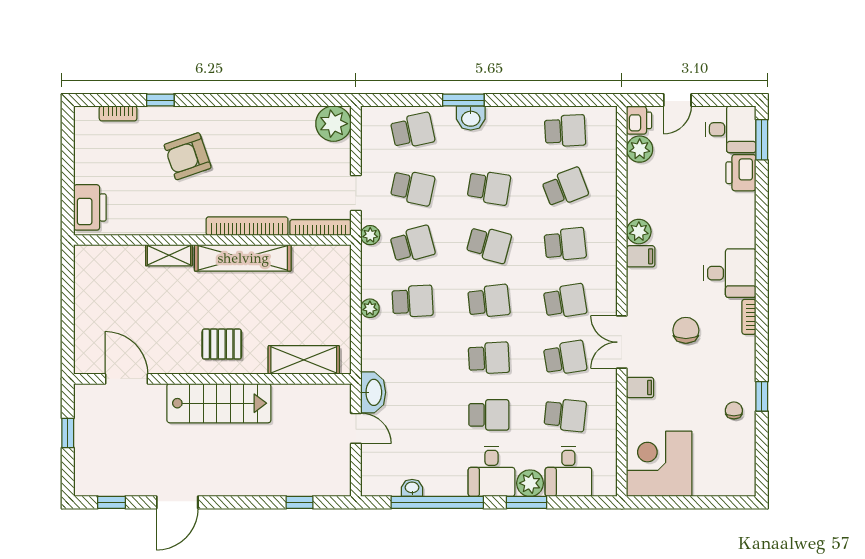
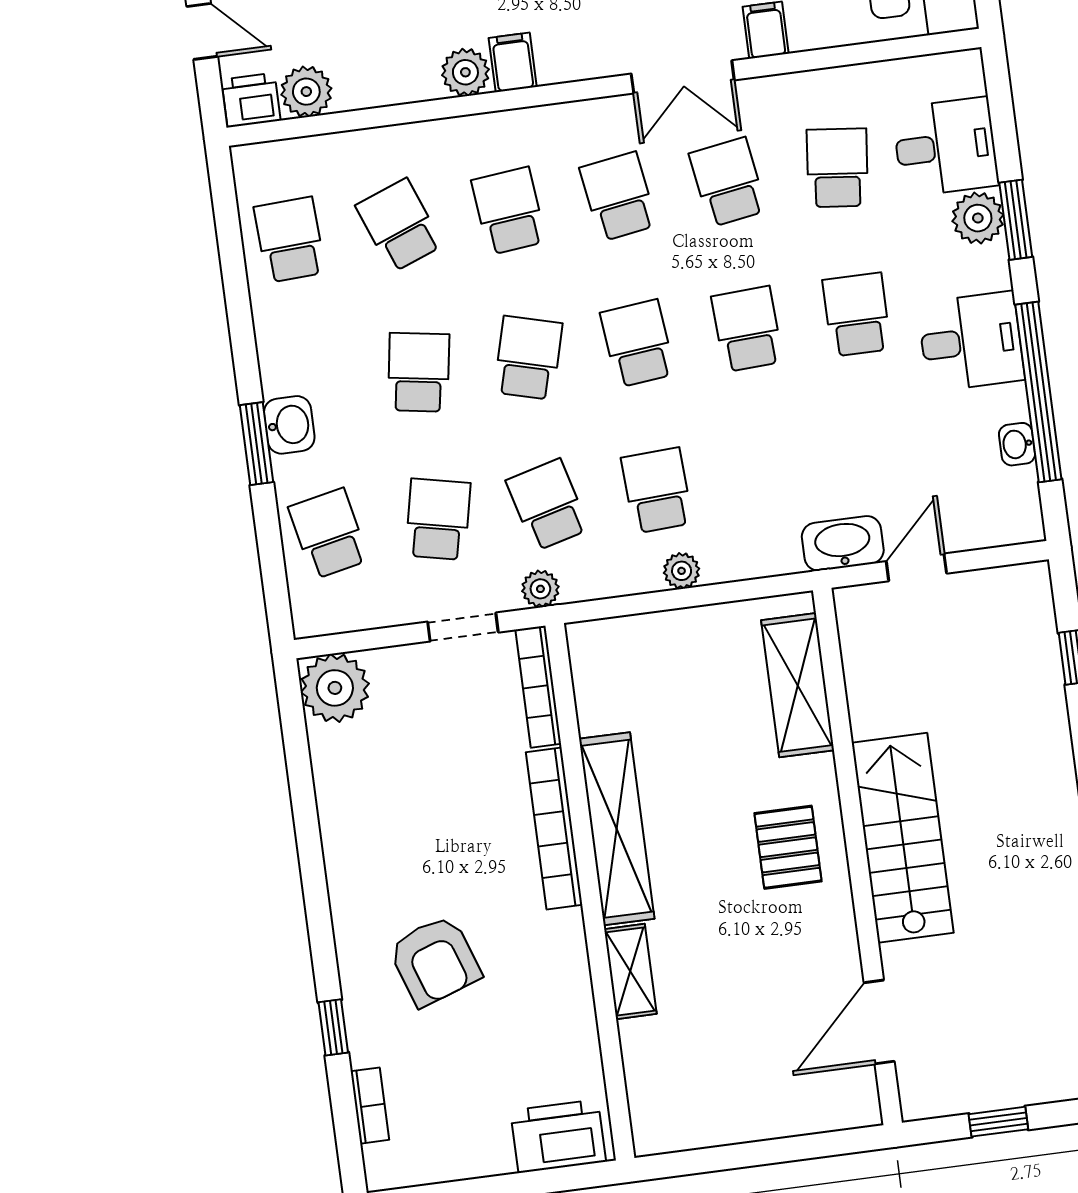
desk: (491, 471) -> (971, 341), moved

